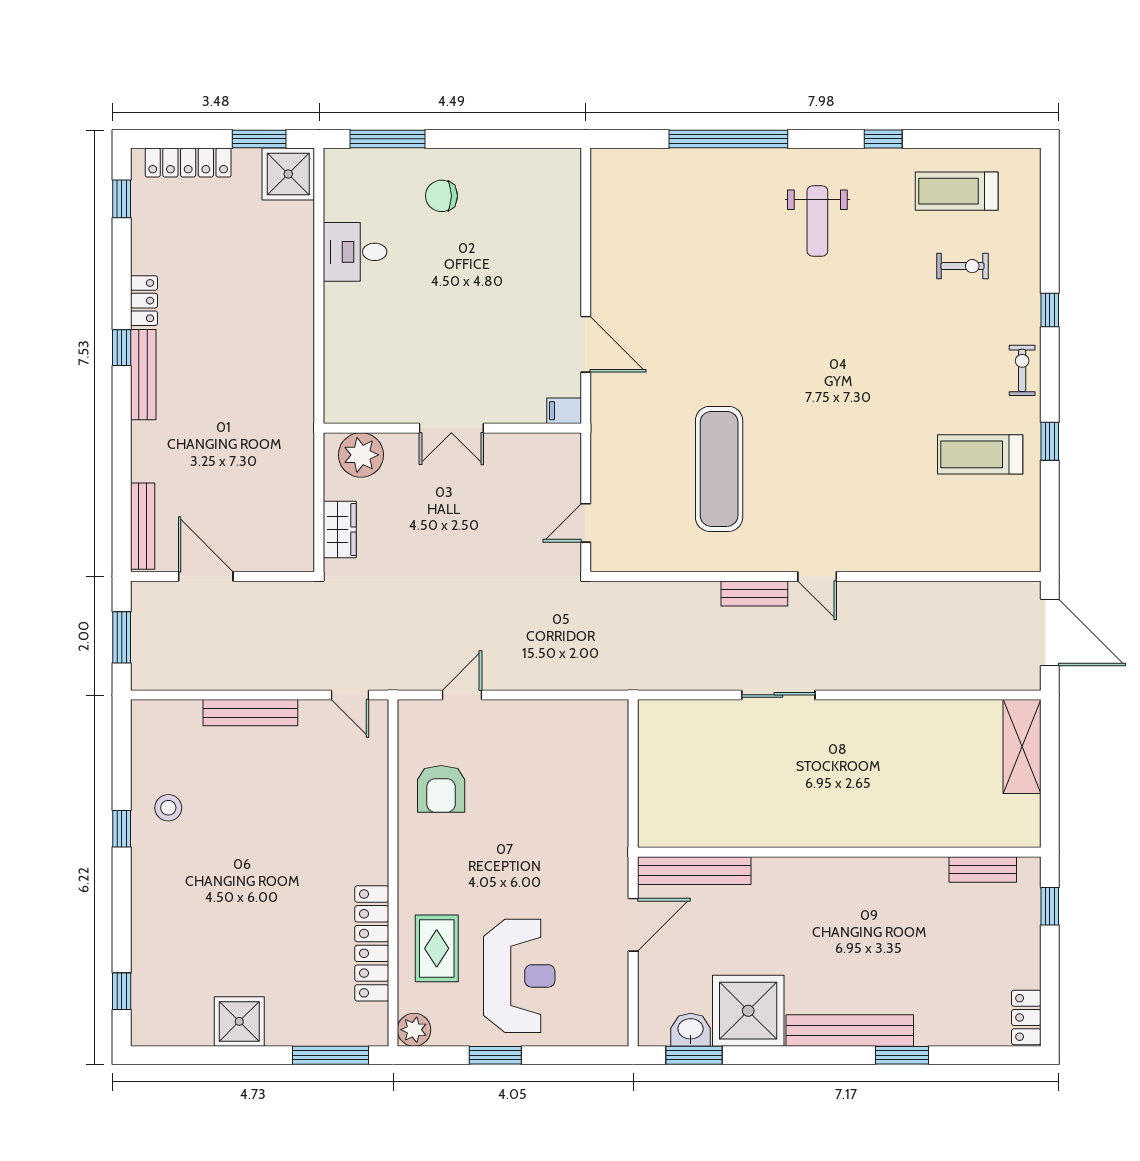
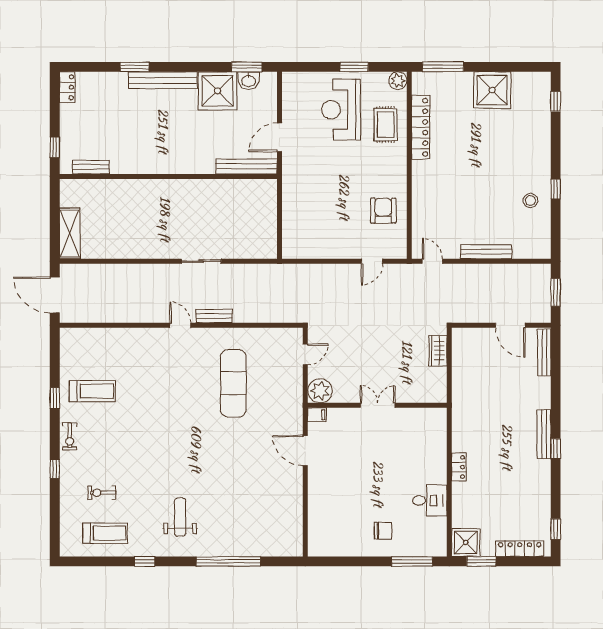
locker: (144, 301) -> (459, 467), moved, turned 180
plant: (361, 455) -> (320, 391), moved
shower: (239, 1021) -> (492, 90), width x1.37, depth x1.37

